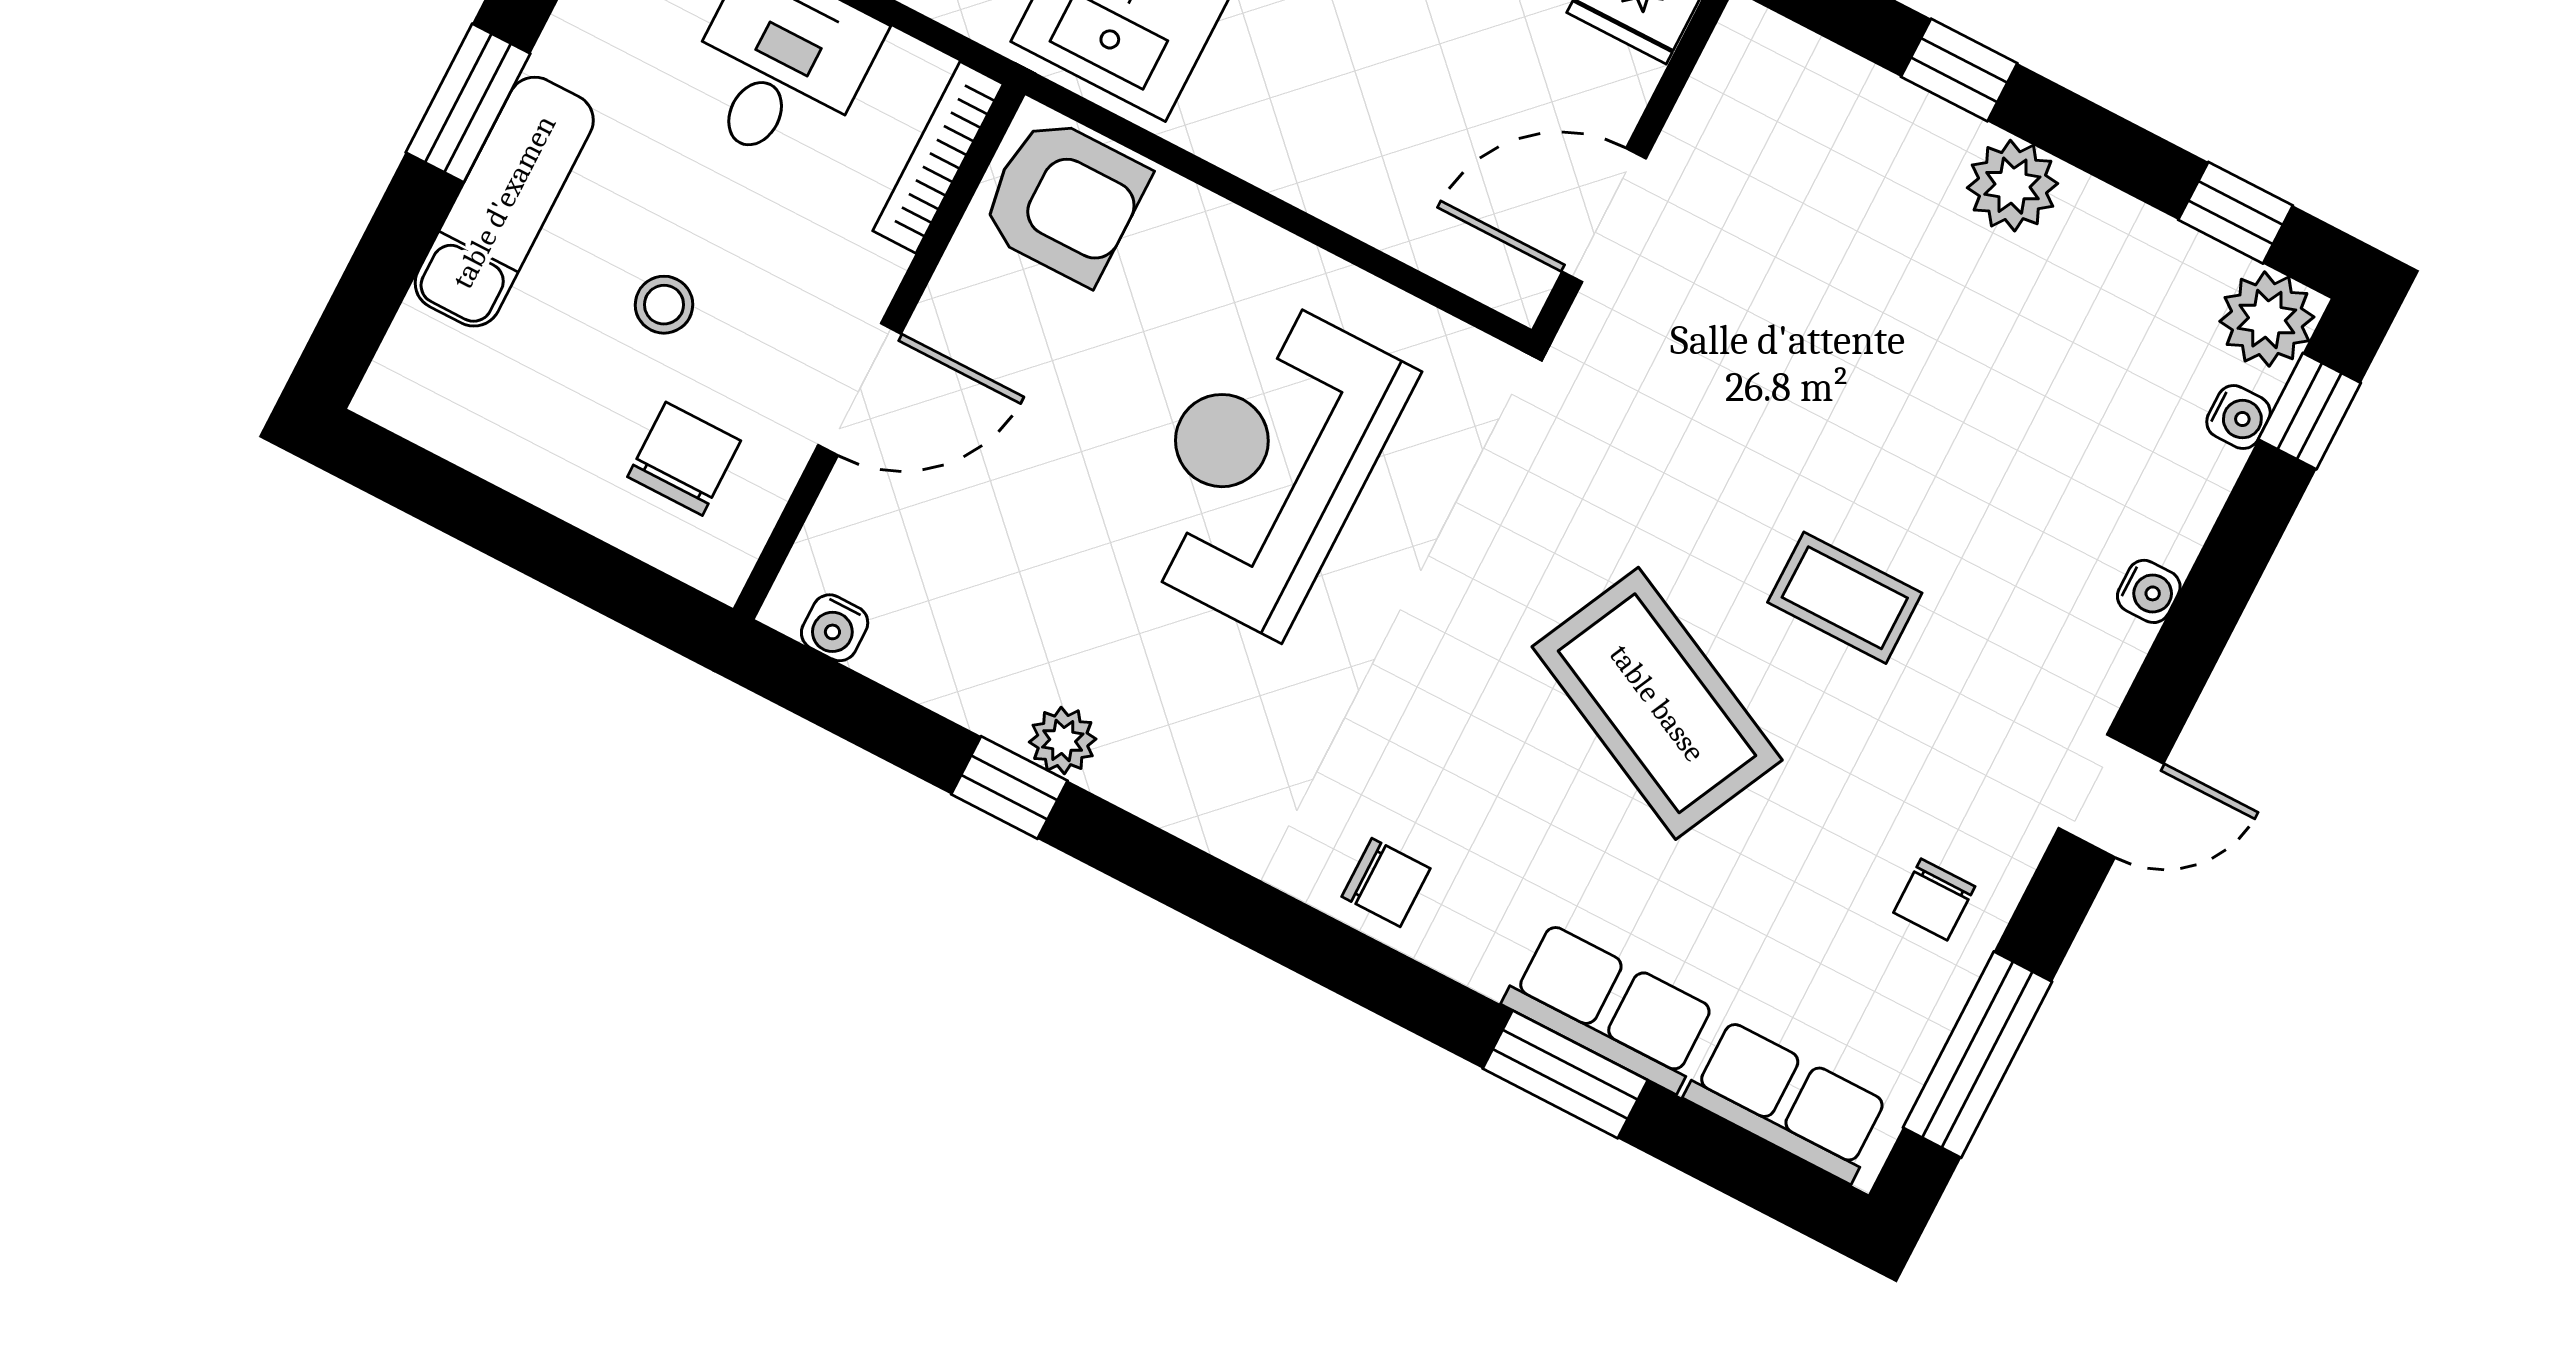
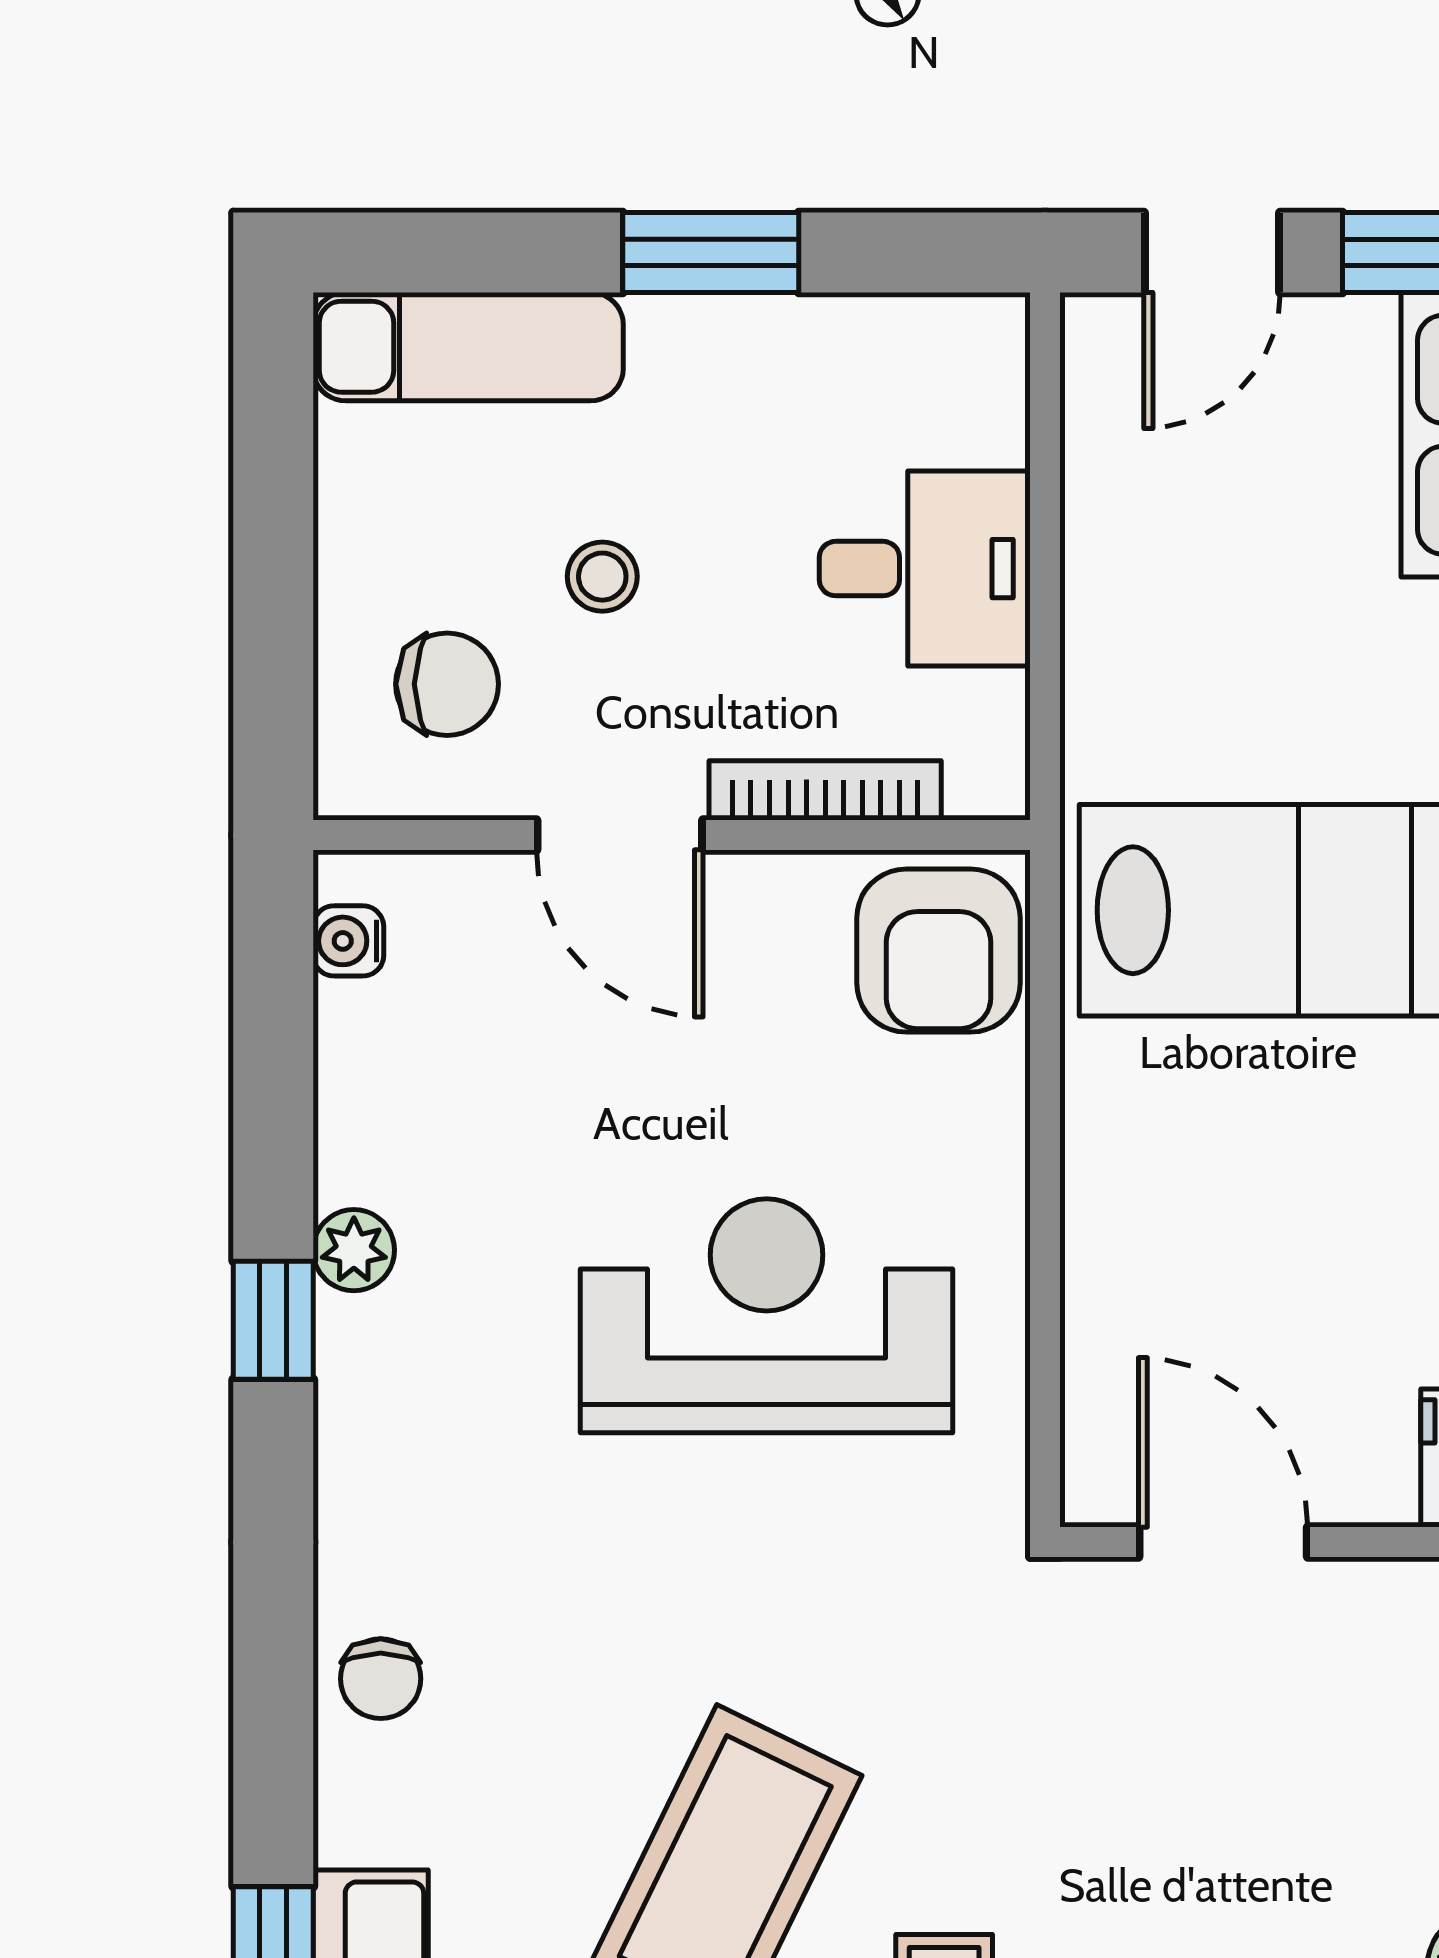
bookcase: (938, 157) -> (825, 790), moved
exam couch: (504, 202) -> (468, 347), moved
window: (1009, 787) -> (273, 1320), moved

